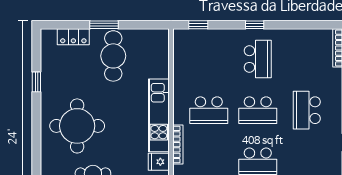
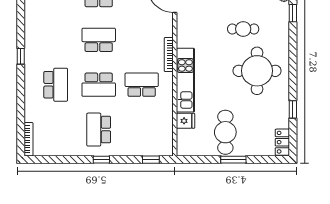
locker: (73, 37) -> (282, 142), moved, turned -90
school desk: (258, 110) -> (99, 85), turned 180
fridge: (159, 162) -> (185, 121), moved

